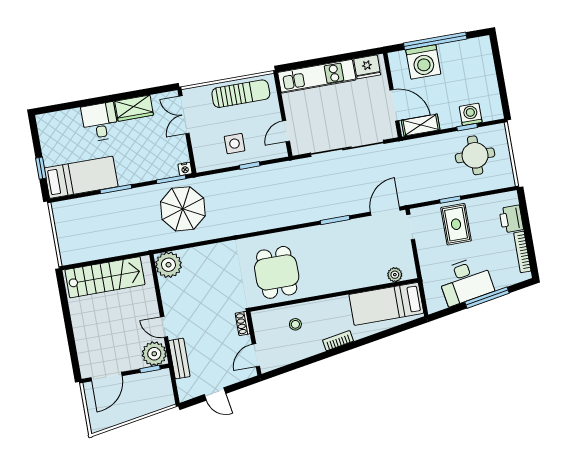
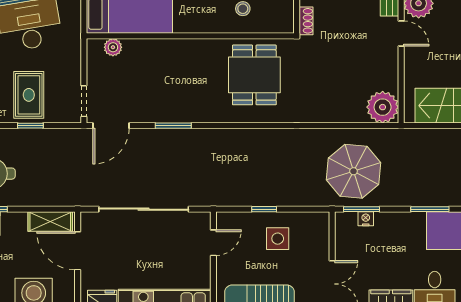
nightstand: (185, 169) -> (366, 219), moved

